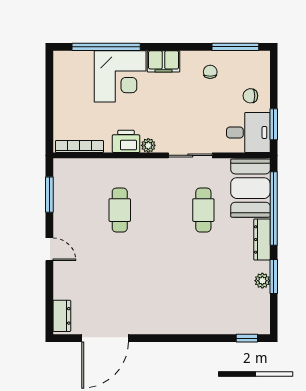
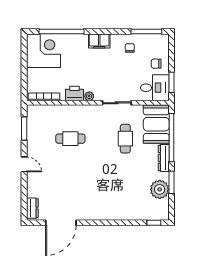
corner desk: (120, 76) -> (43, 51), moved, turned -90
cafe table: (120, 210) -> (70, 139), turned 90
plant: (262, 281) -> (160, 189), width x1.88, depth x1.88

